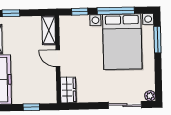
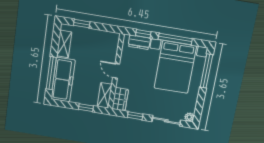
dresser: (77, 22) -> (139, 42), added
shelving: (49, 30) -> (105, 95), moved
window: (157, 40) -> (206, 71), width x1.44
window: (89, 106) -> (135, 116), added

